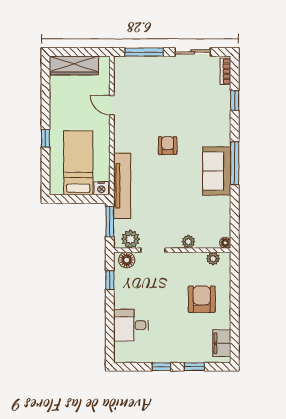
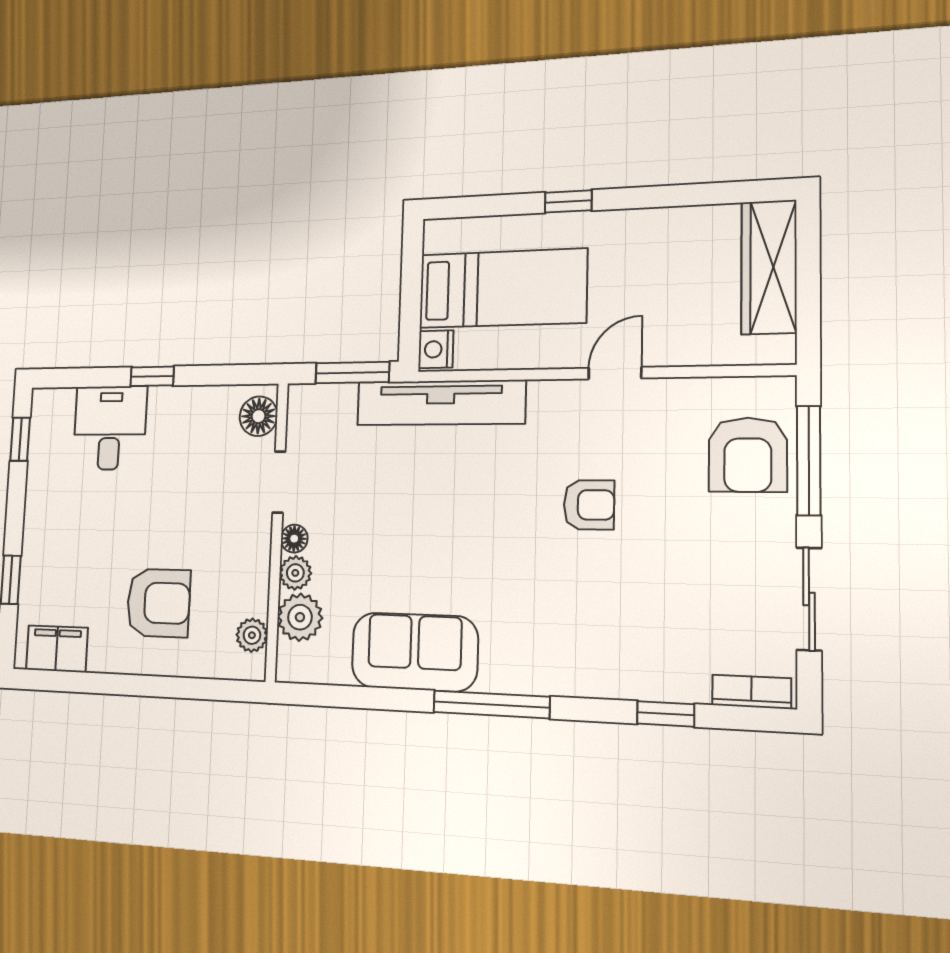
armchair: (142, 73) -> (748, 455), added
door: (112, 105) -> (615, 373), moved
armchair: (168, 146) -> (589, 505), moved
sofa: (217, 171) -> (415, 652), moved
plant: (131, 239) -> (300, 617), moved
floor lamp: (225, 243) -> (294, 539), moved
window: (110, 280) -> (152, 376), moved
window: (161, 367) -> (20, 439), moved

